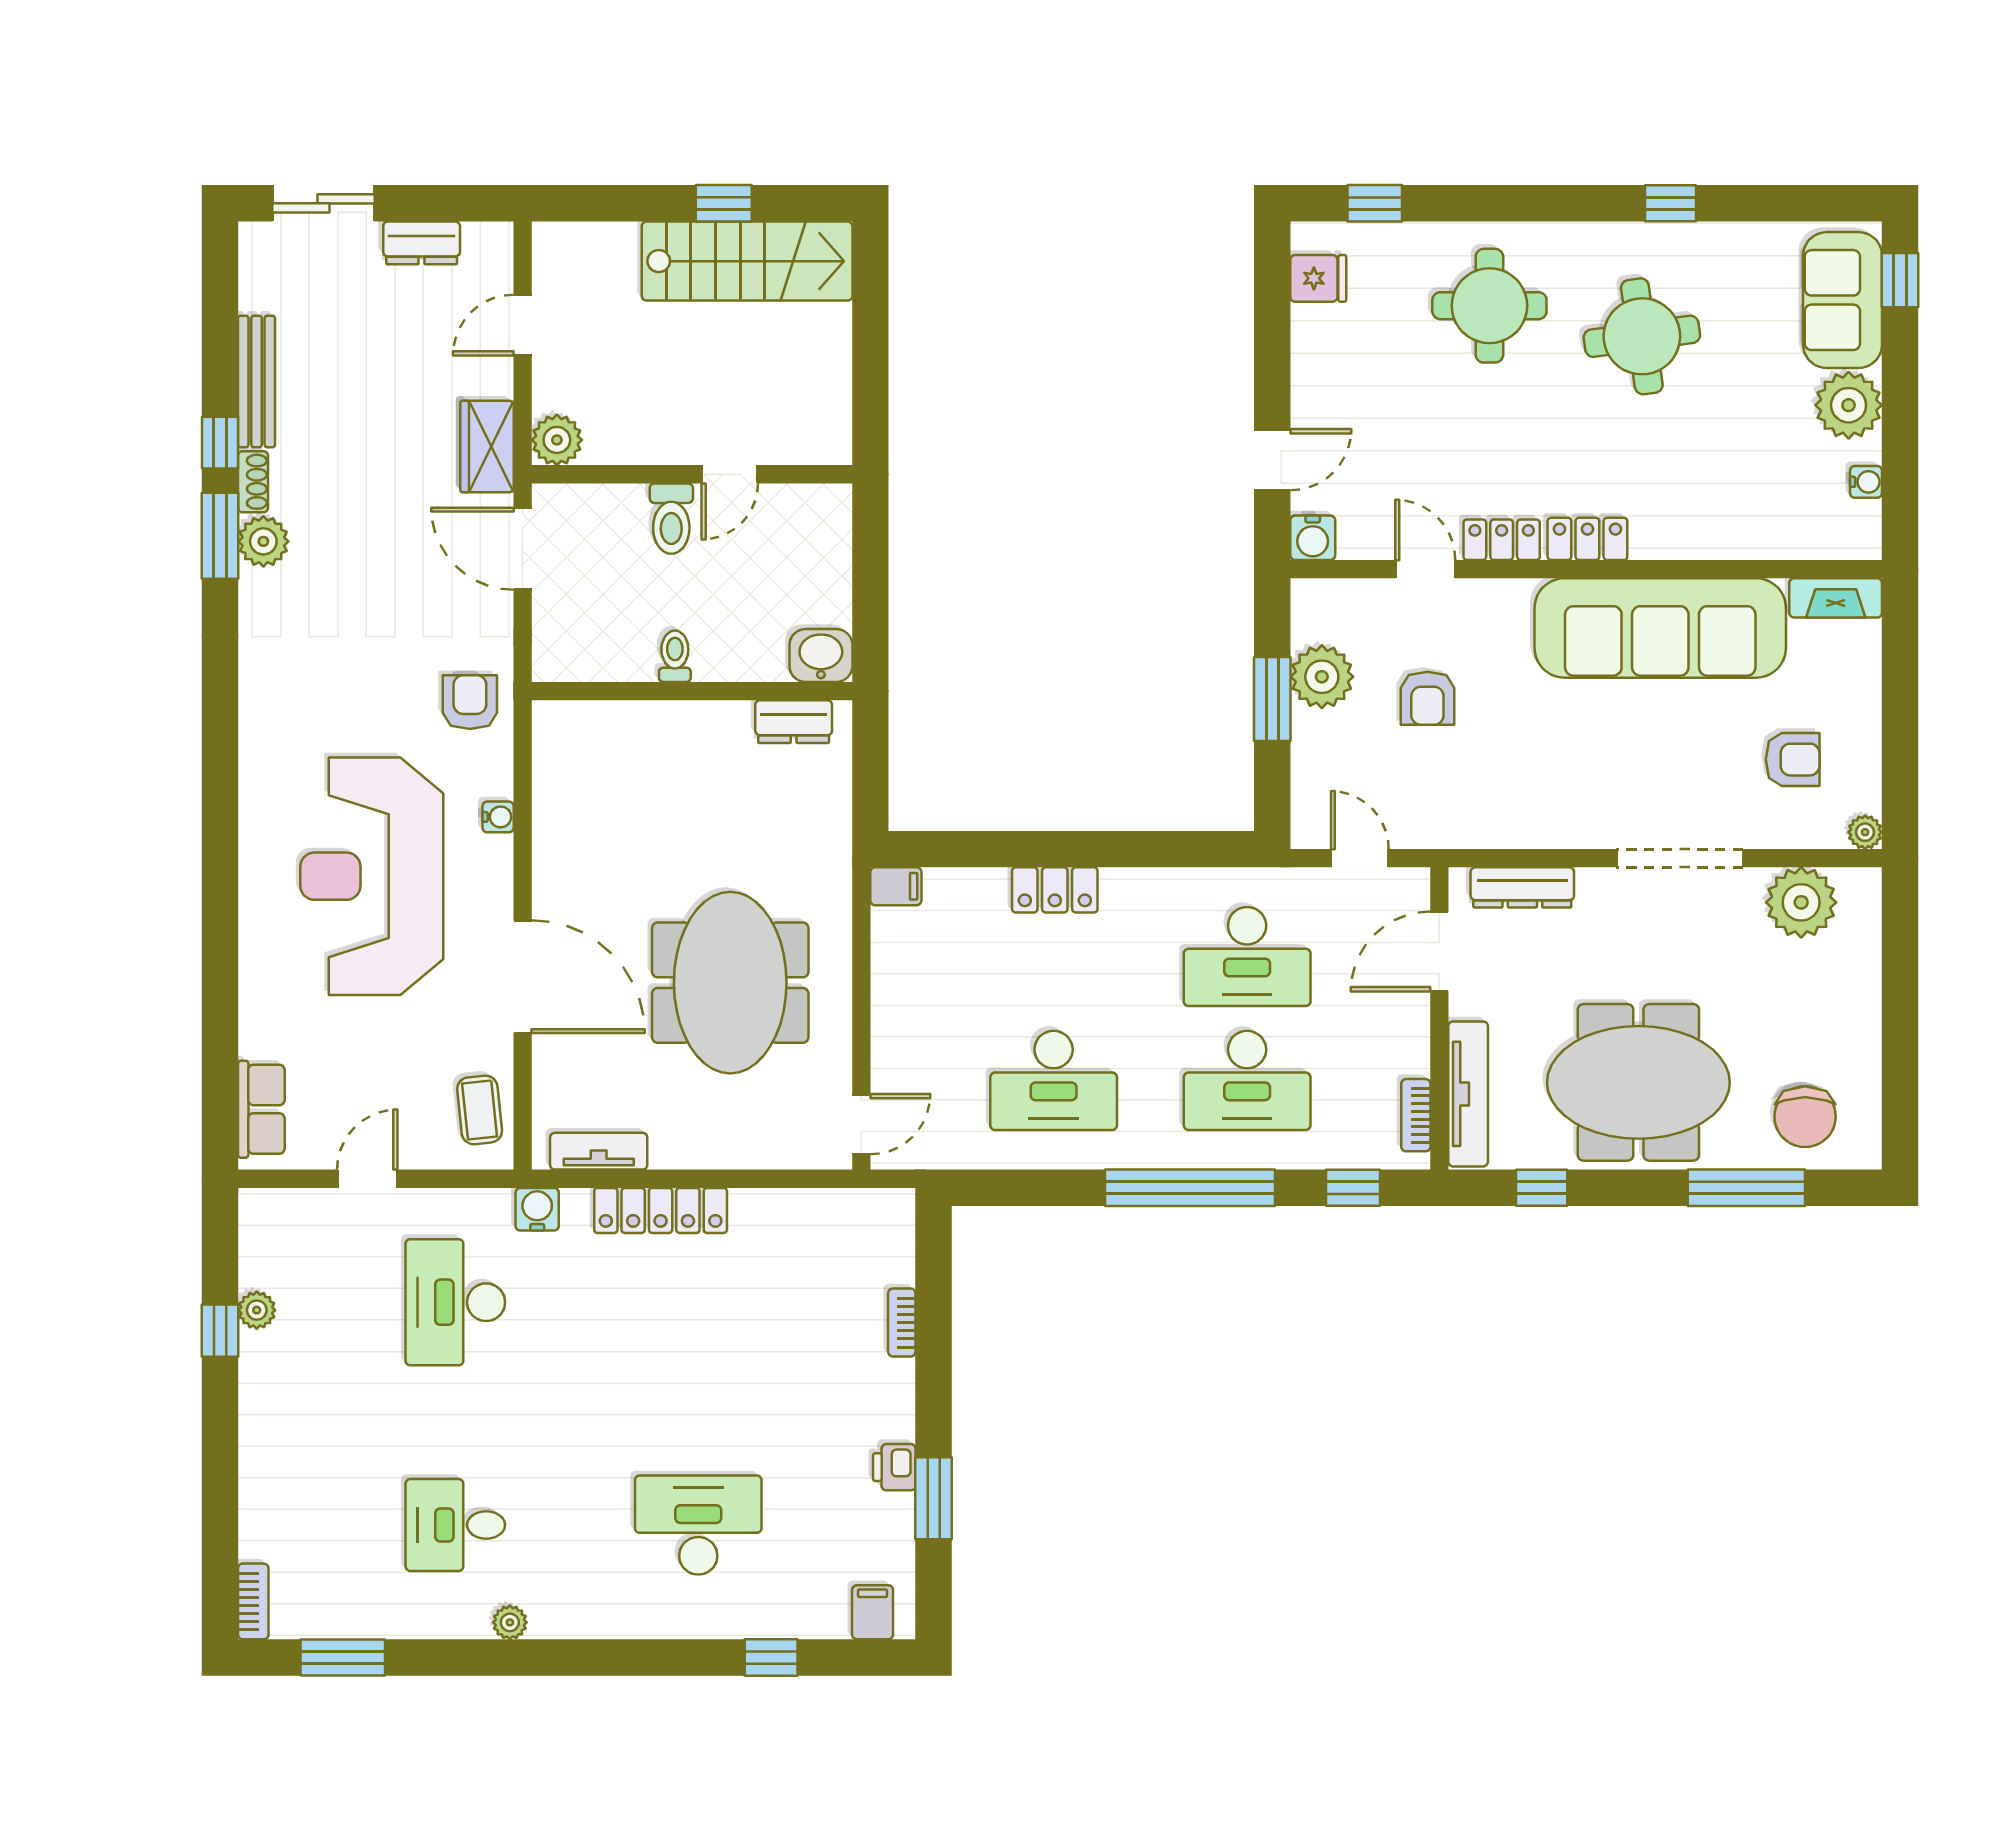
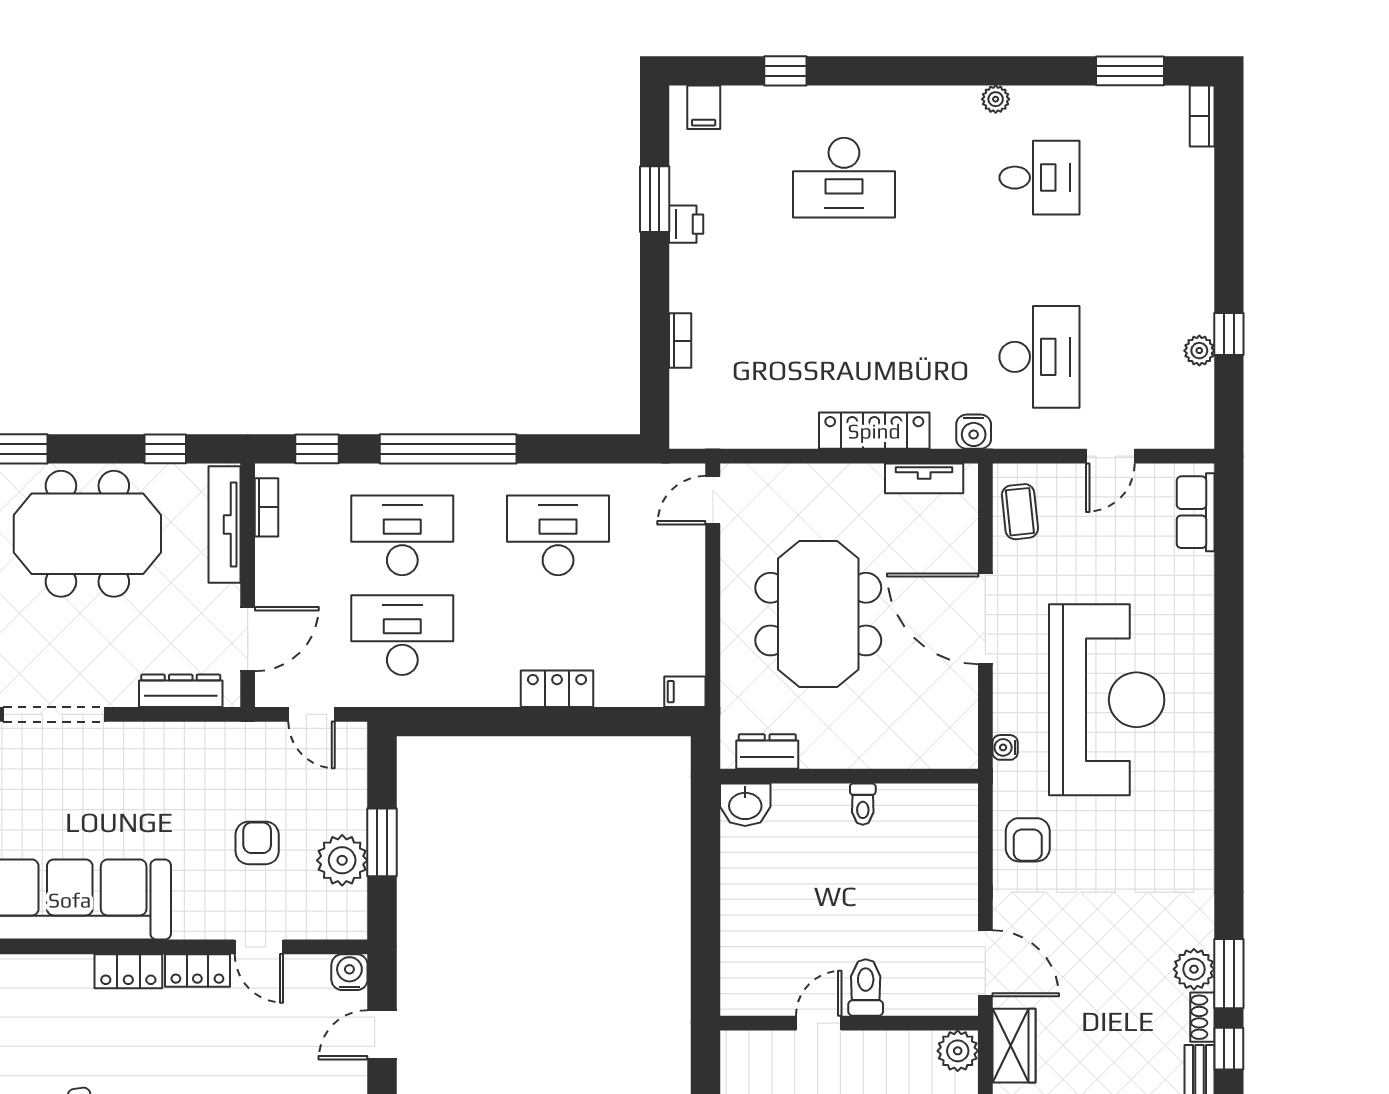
washbasin: (821, 655) -> (745, 805), moved
toilet: (675, 656) -> (863, 804), moved
wall: (692, 691) -> (849, 776), moved
dresser: (794, 722) -> (767, 751), moved

